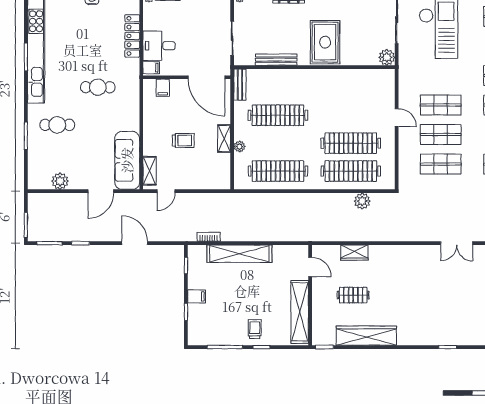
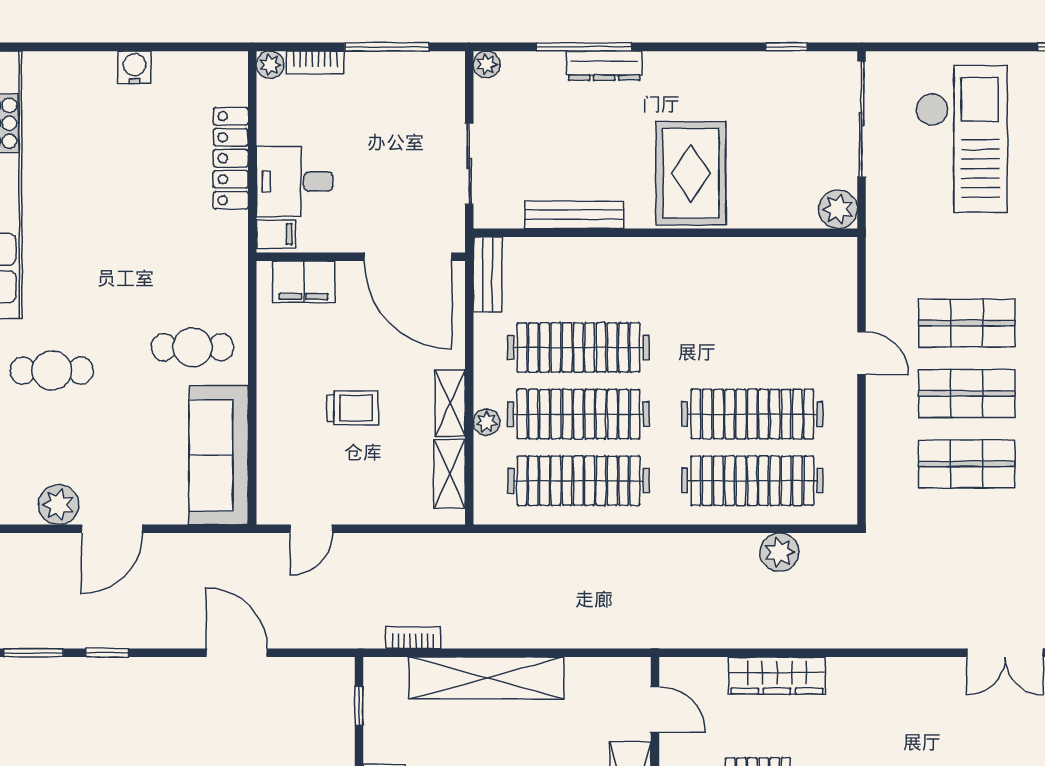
cafe table: (98, 87) -> (192, 347), moved
filing cabinet: (163, 88) -> (304, 282), width x2.00
clothes rail: (278, 143) -> (578, 414), added
shelving: (150, 171) -> (449, 474), moved
door: (101, 191) -> (112, 529), moved
wardrobe: (354, 253) -> (777, 676), width x1.50

